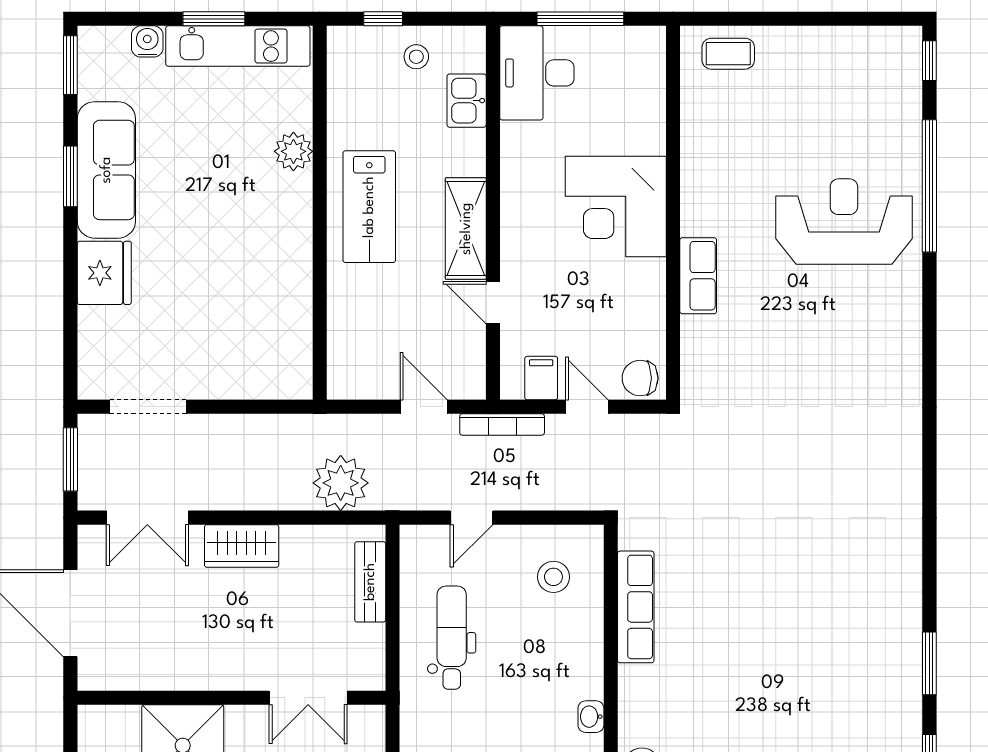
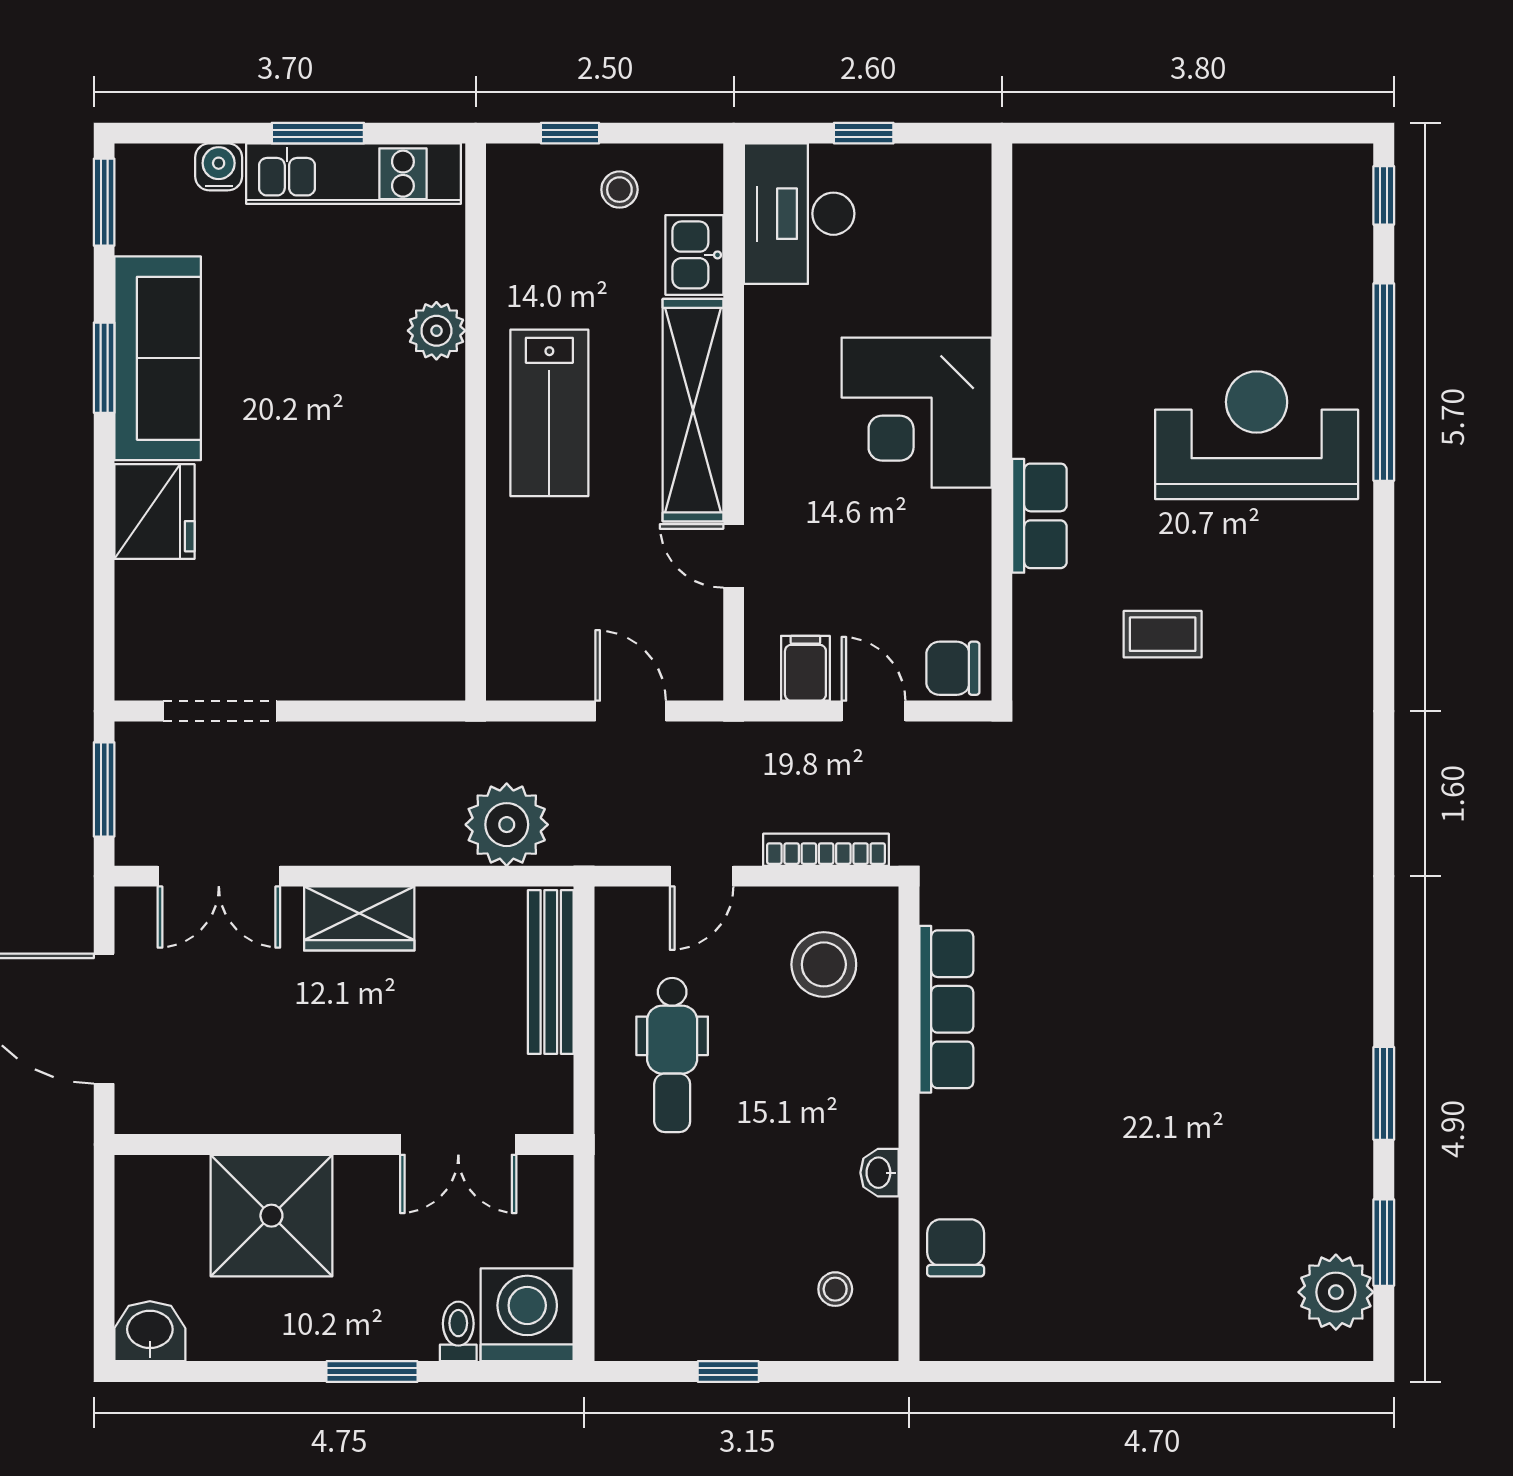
window: (580, 19) -> (864, 133), width x0.46
coffee table: (728, 54) -> (1163, 634), moved
shelving: (466, 229) -> (693, 410), width x1.47
bookcase: (502, 424) -> (826, 850), moved, turned 180
stool: (553, 577) -> (824, 964), width x1.38, depth x1.38
bench: (370, 582) -> (551, 972), width x1.36
dental chair: (452, 638) -> (672, 1055), turned 180

